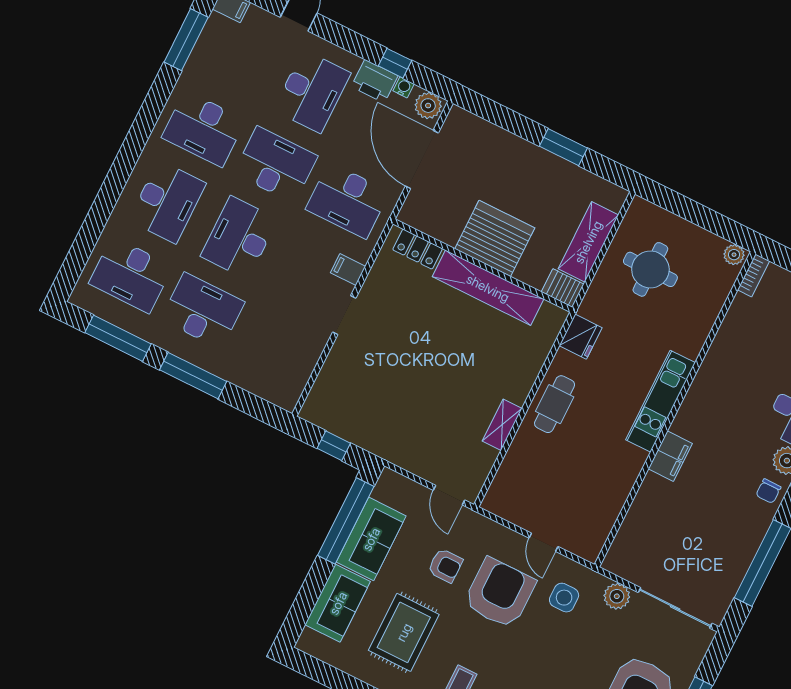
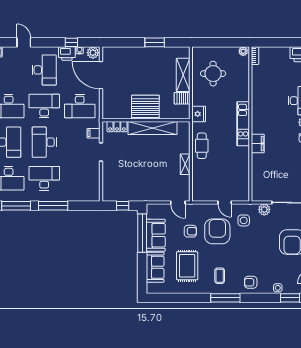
server rack: (495, 238) -> (145, 107), moved
locker: (418, 249) -> (117, 127), moved
wall: (483, 266) -> (146, 120), moved
shelving: (488, 288) -> (152, 128), moved

